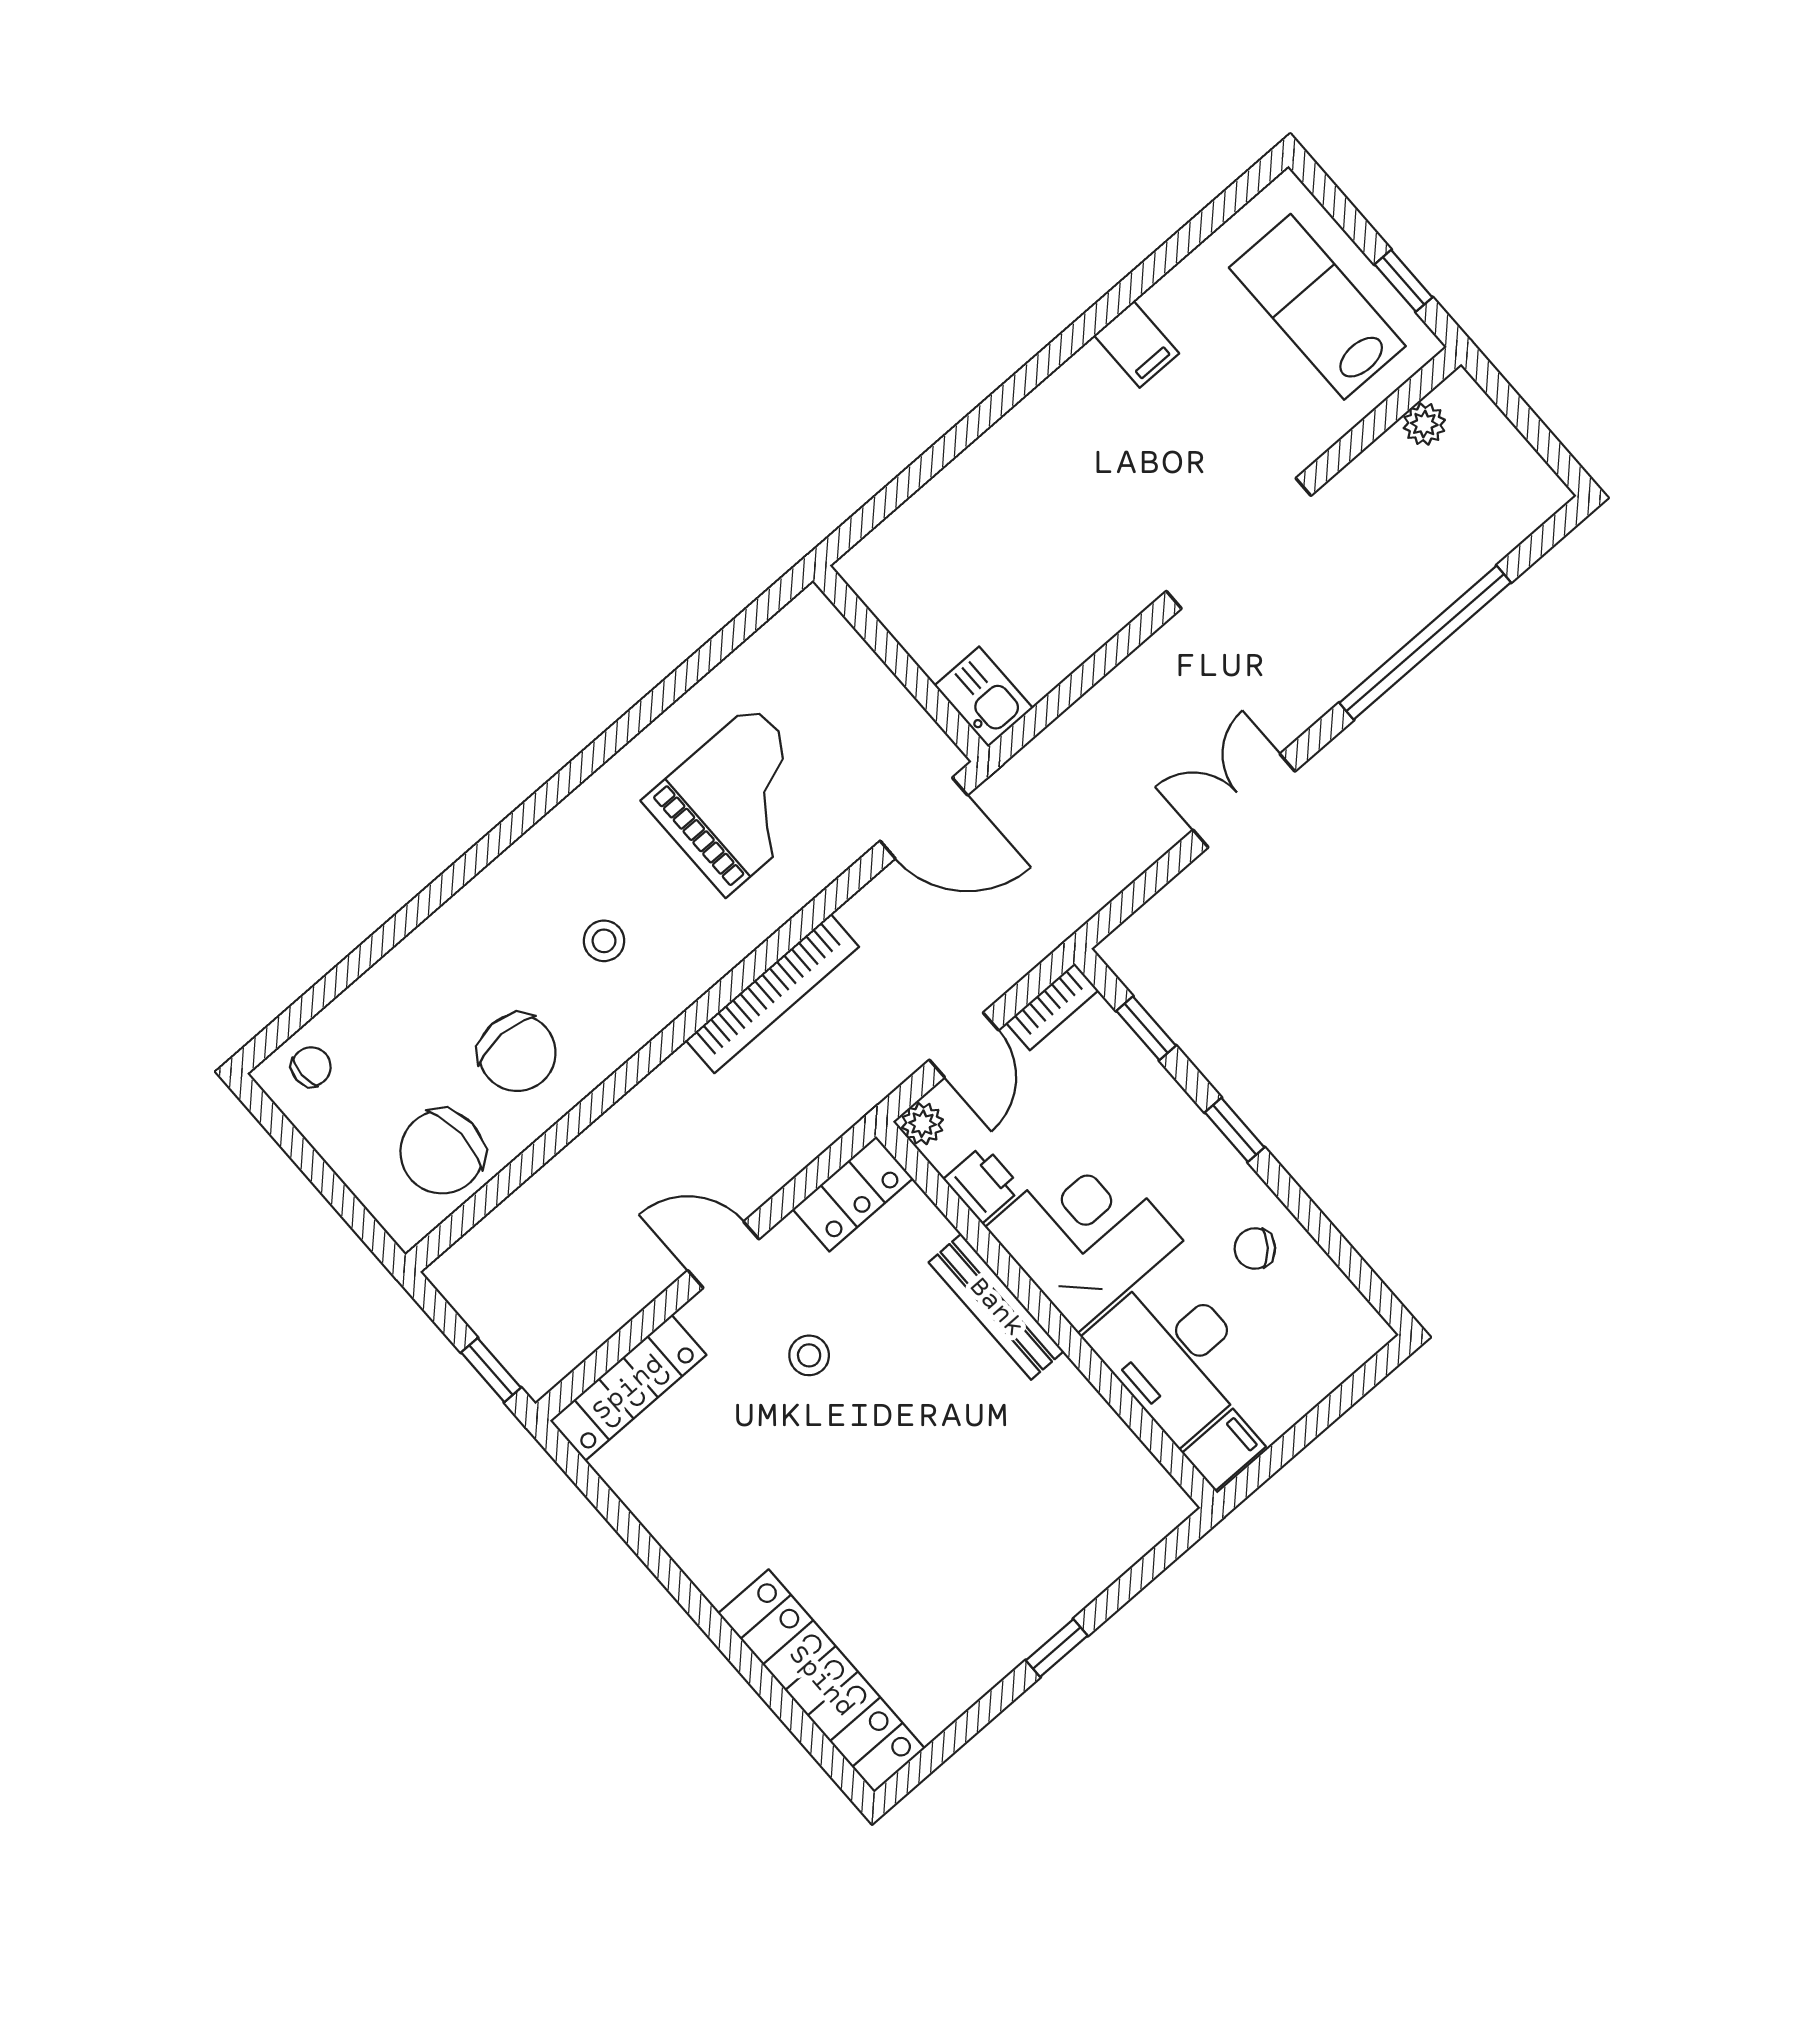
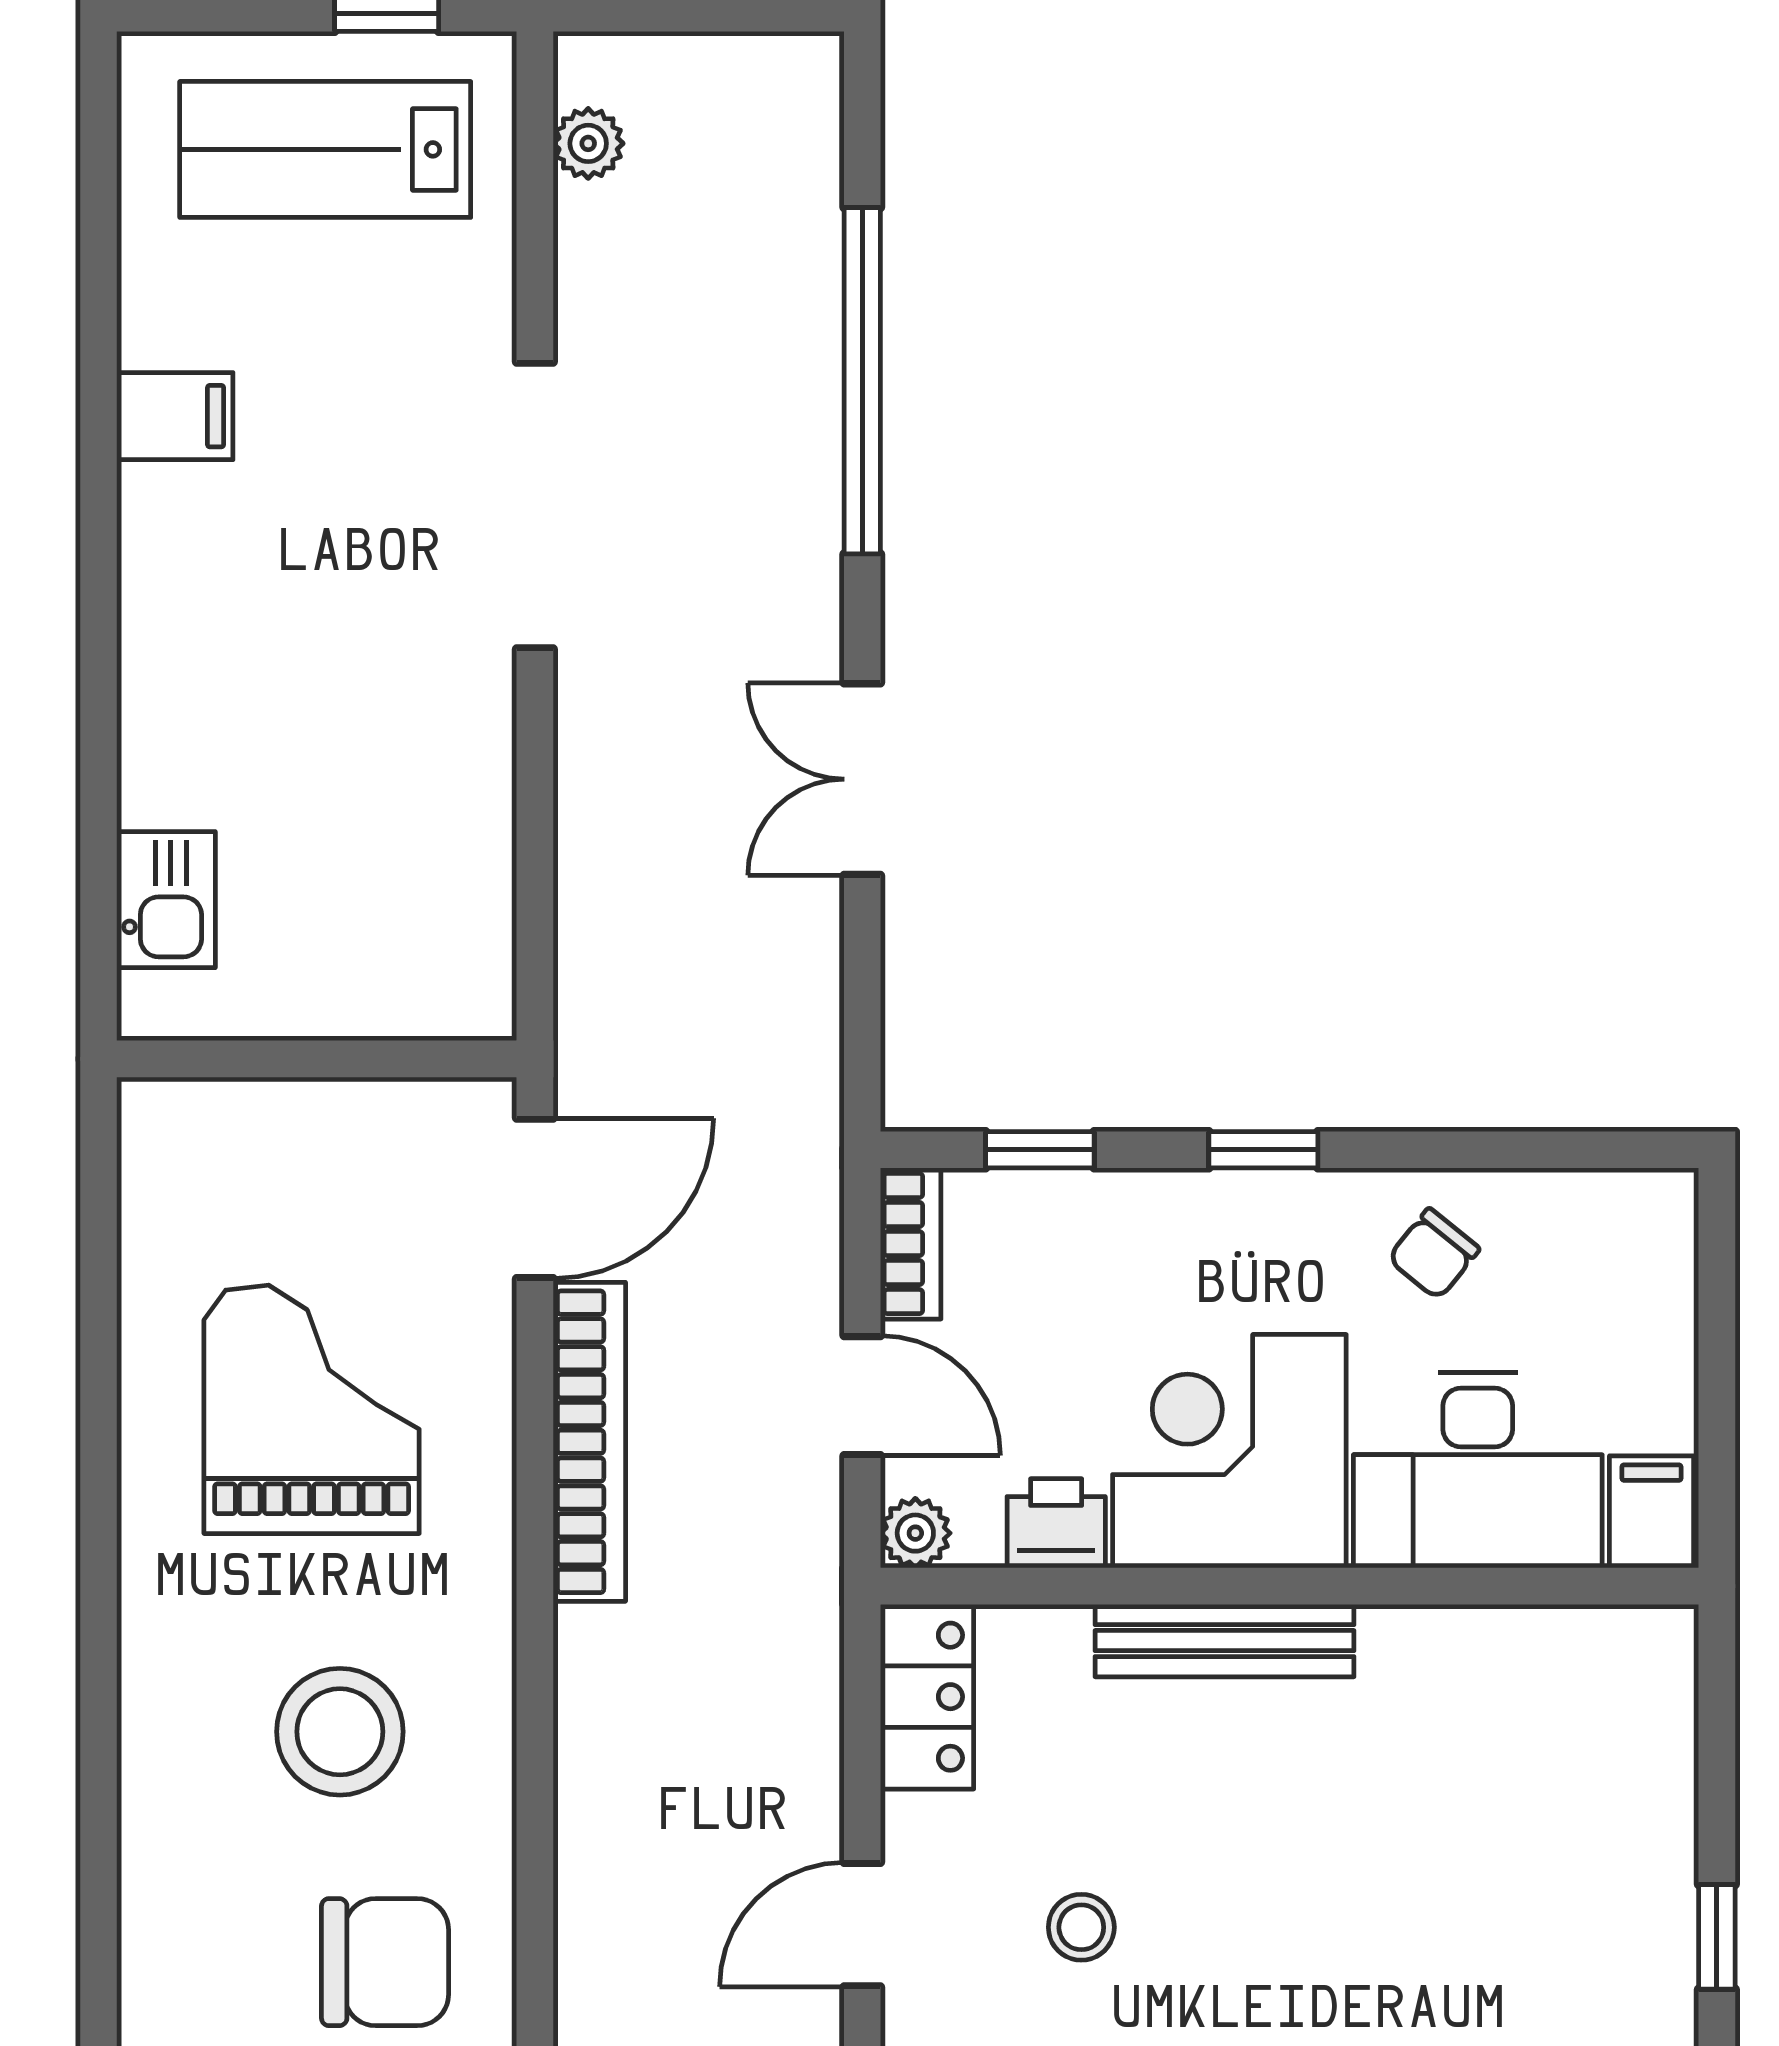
kitchen sink: (984, 697) -> (166, 900), moved, turned 90
stool: (604, 941) -> (340, 1732), width x1.89, depth x1.89
bookcase: (772, 994) -> (589, 1442), moved

